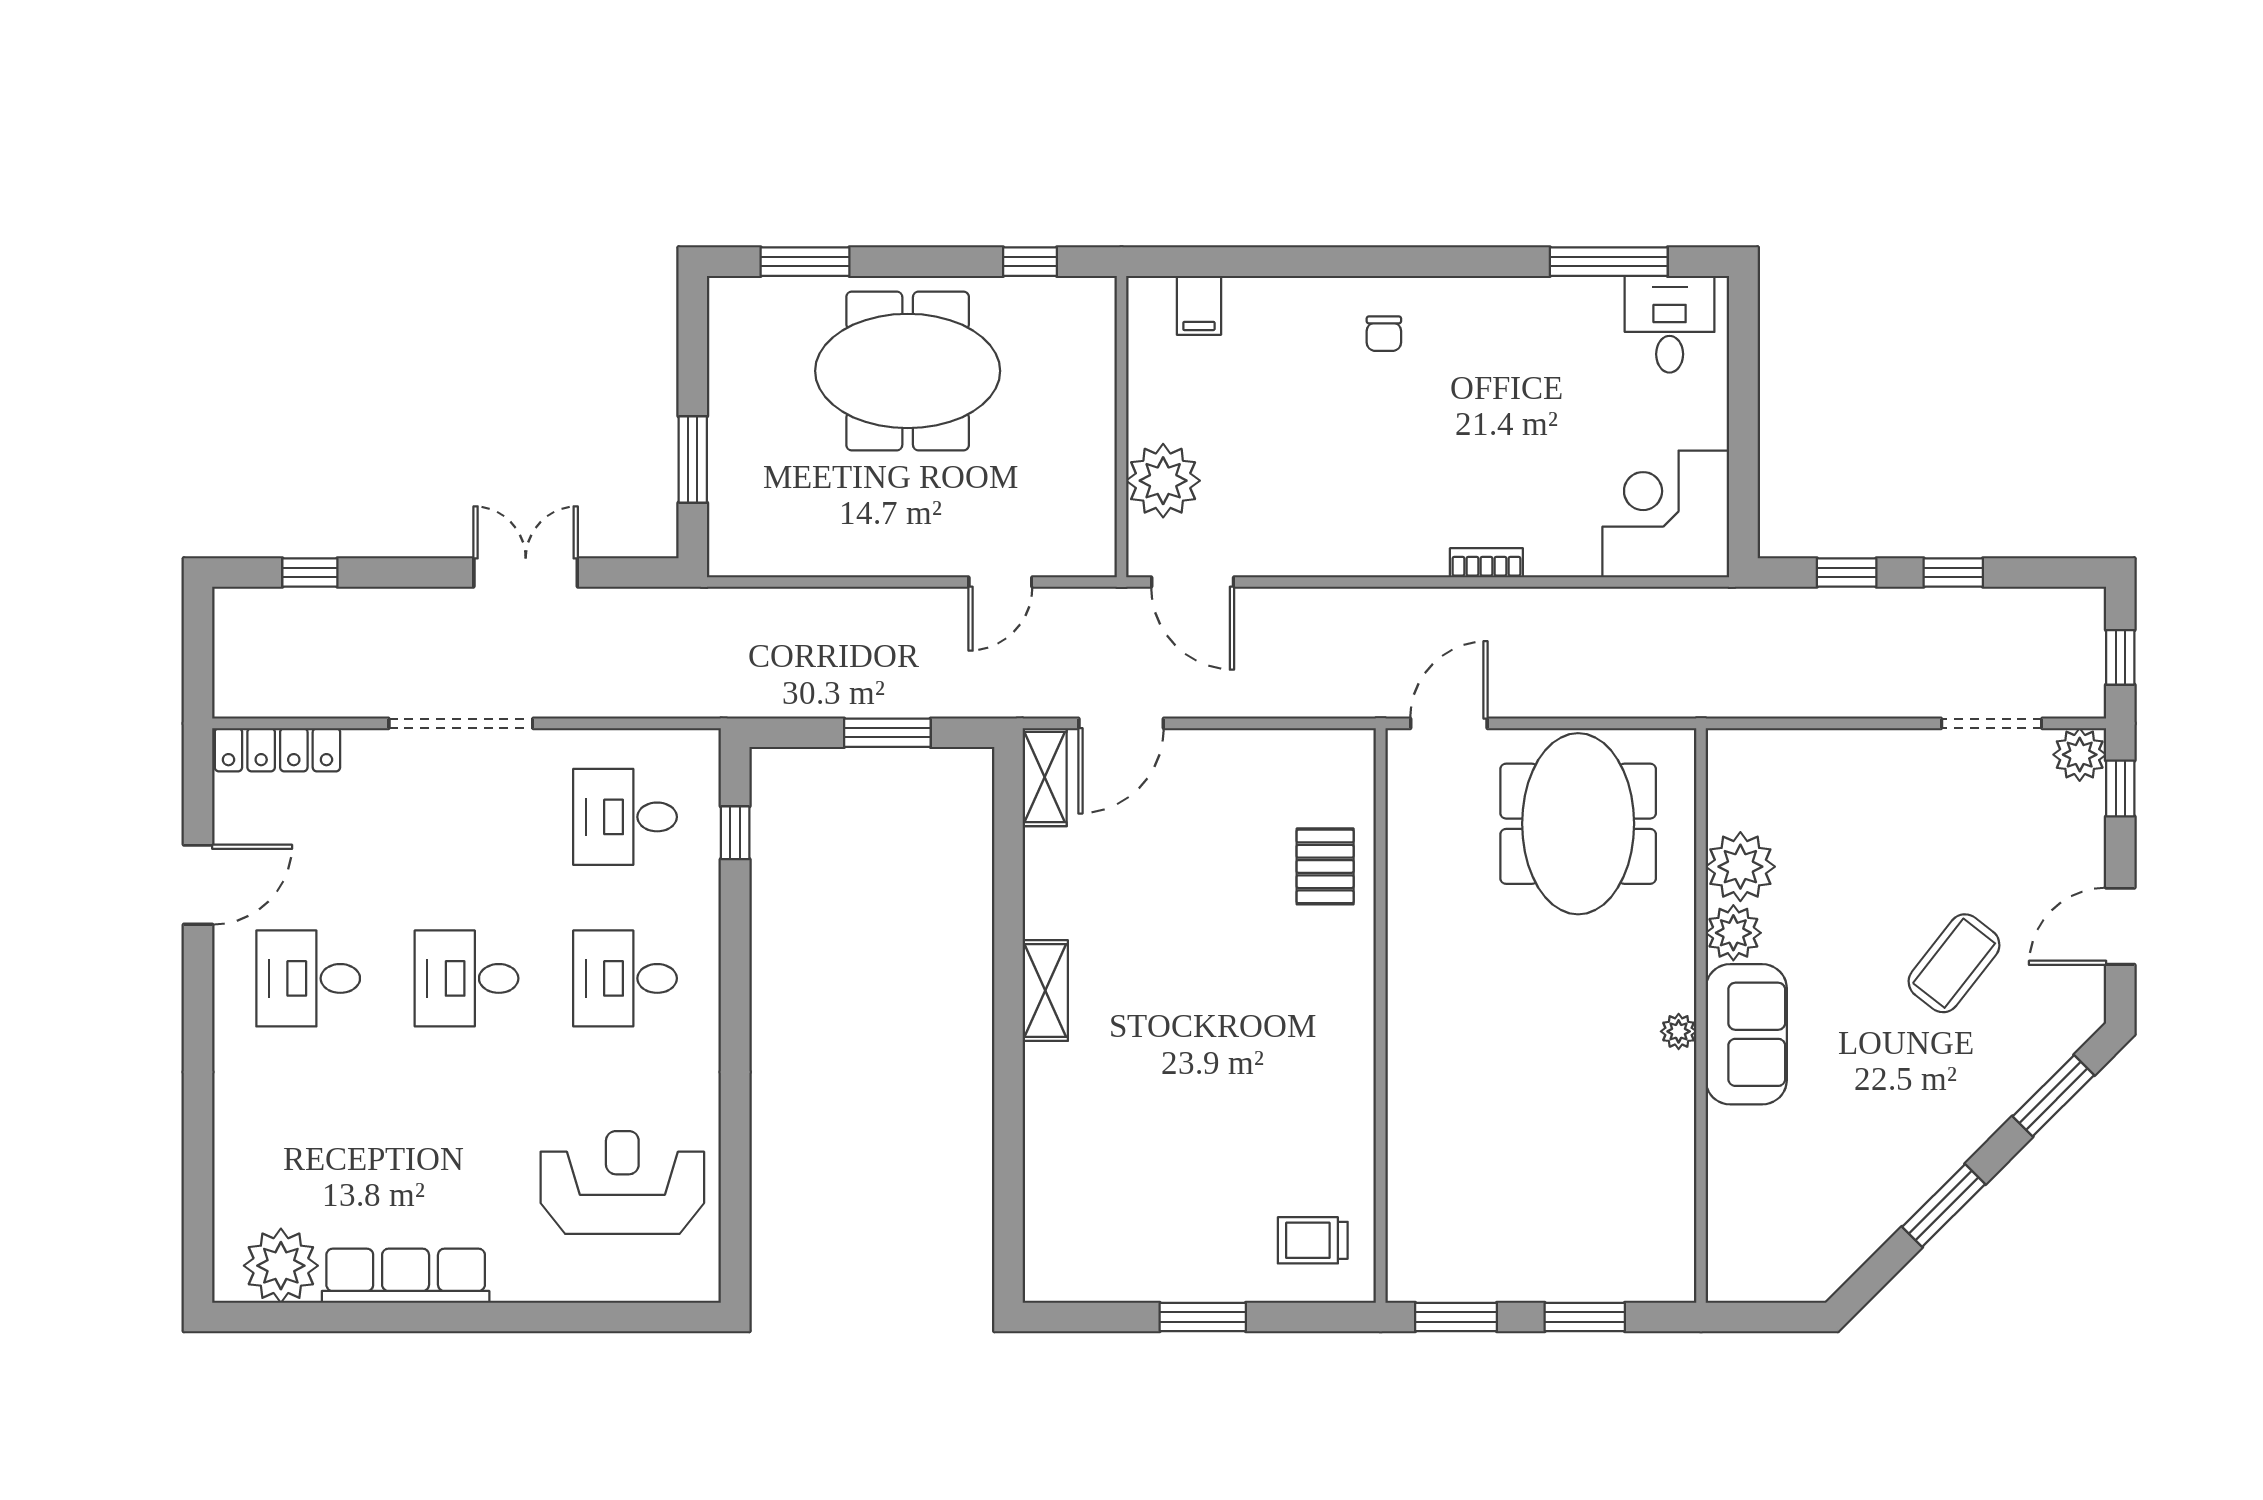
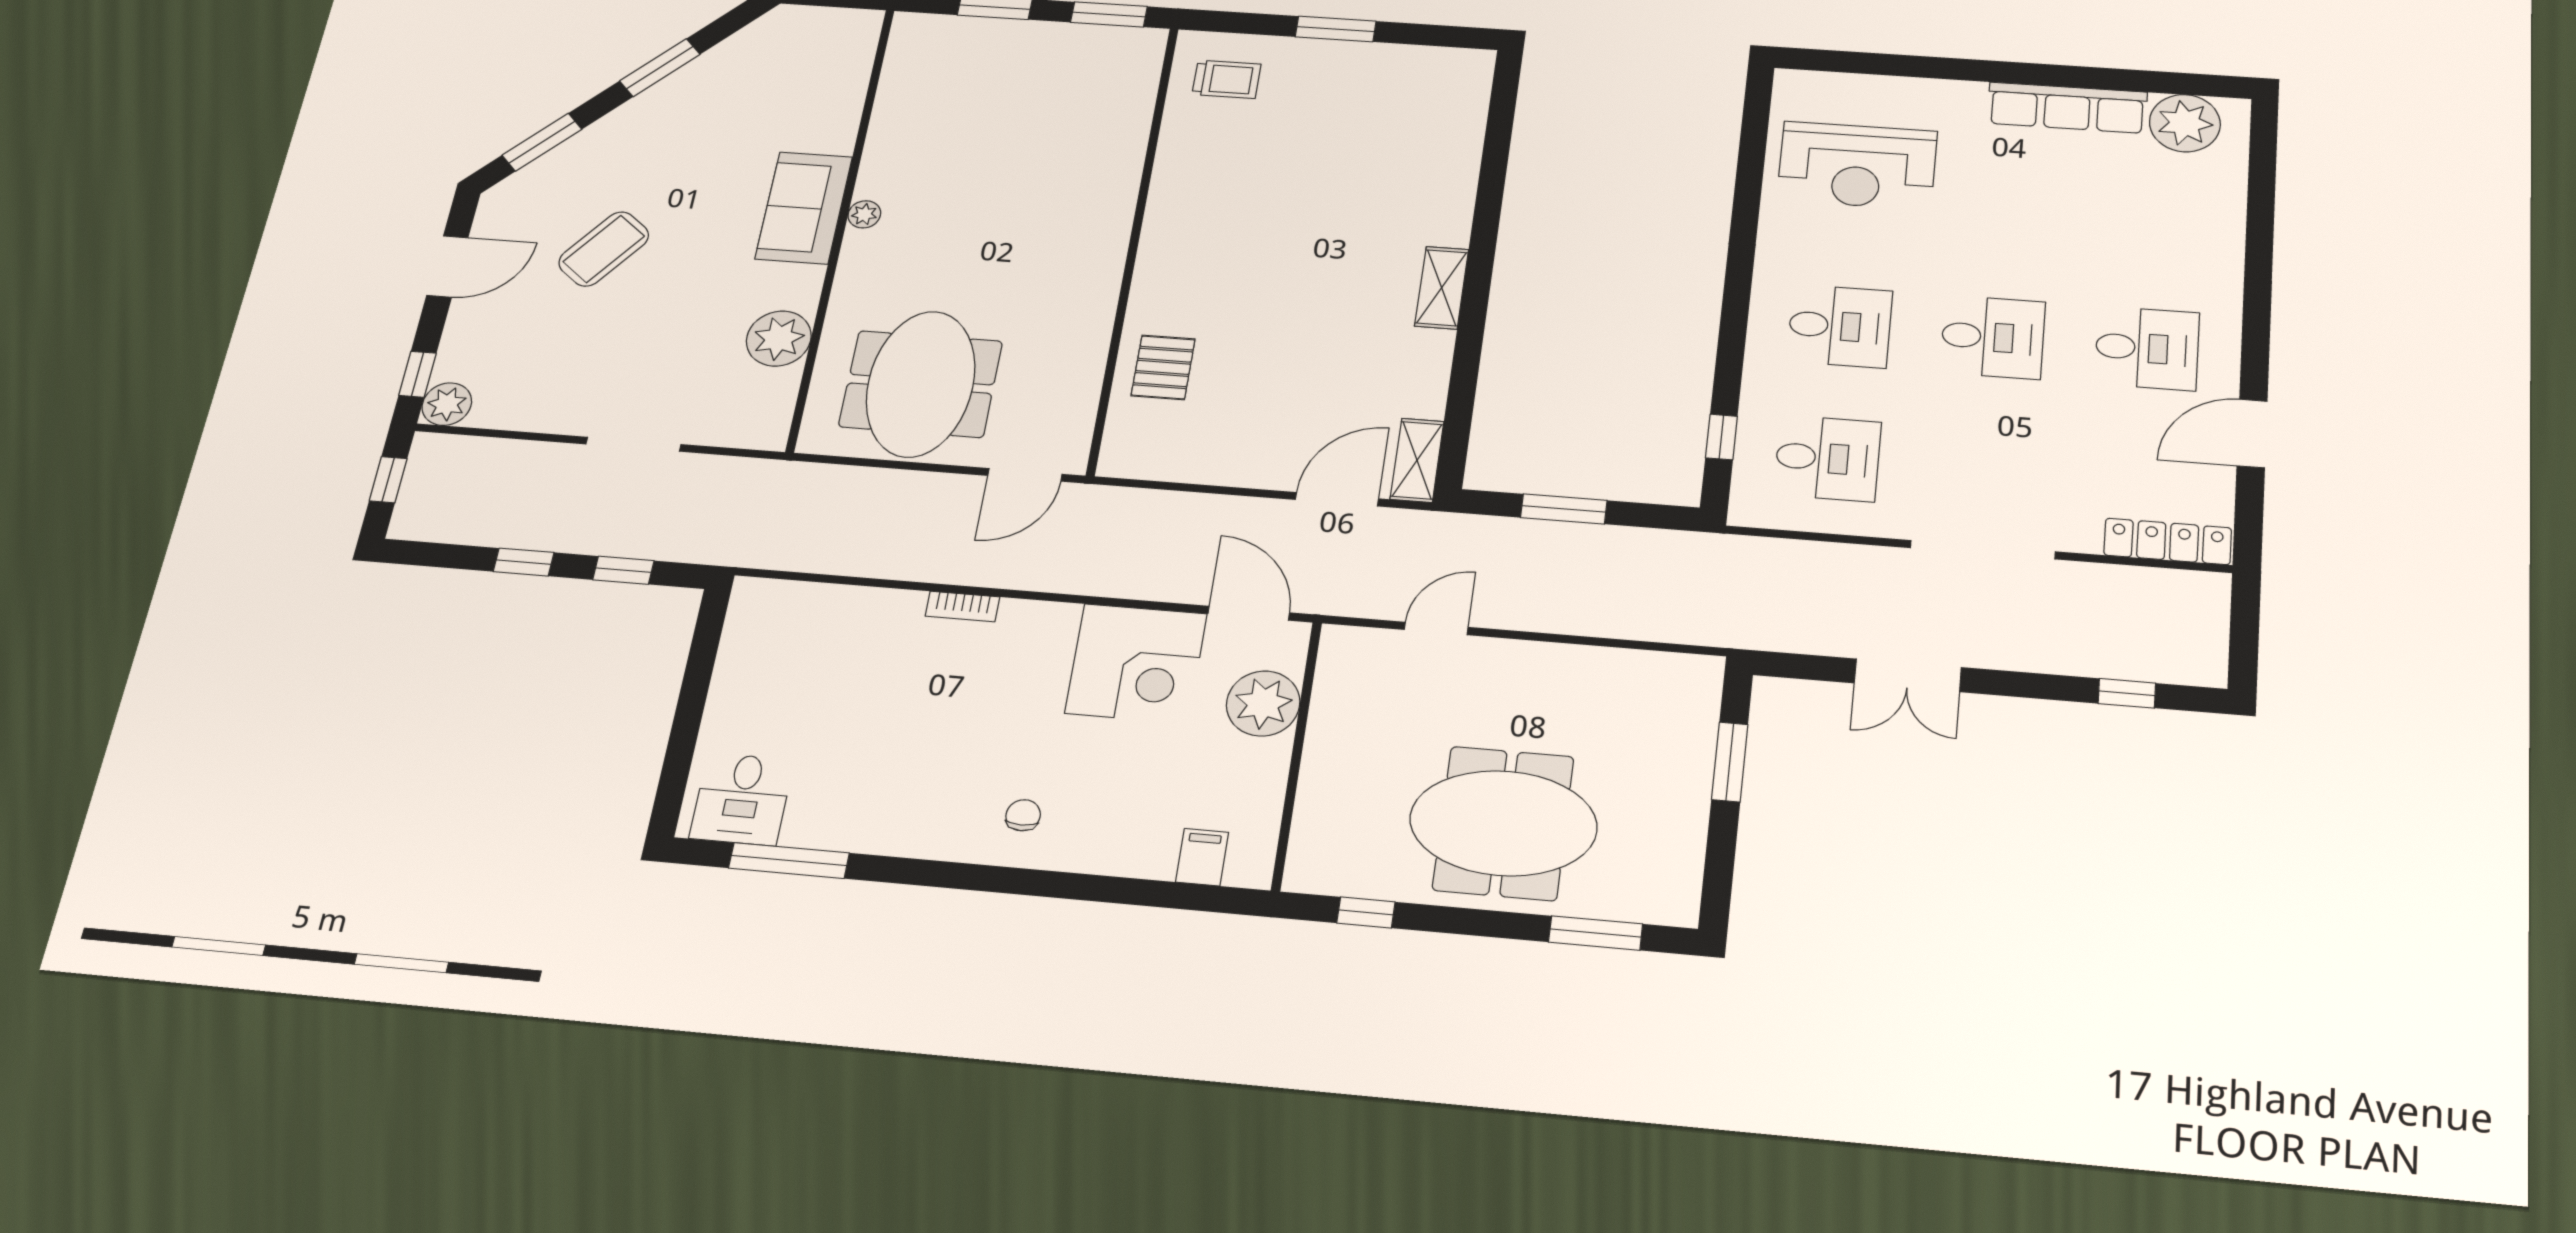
corner desk: (1666, 514) -> (1136, 663), moved
doorway: (1992, 723) -> (633, 444), moved
plant: (1733, 933) -> (797, 287), removed

